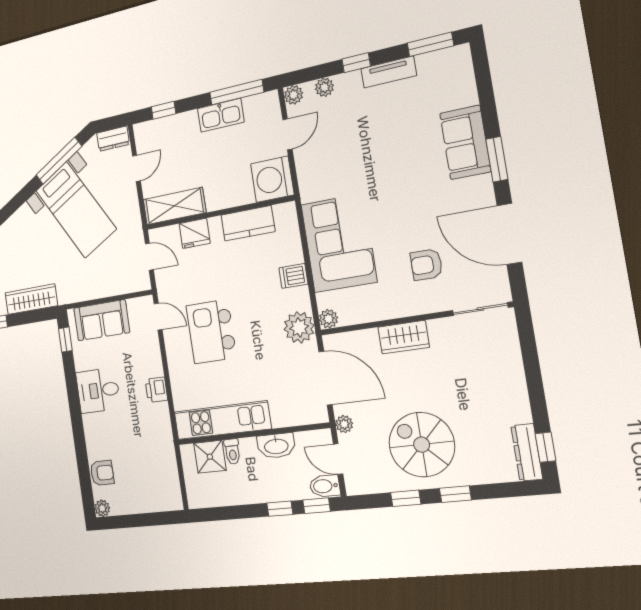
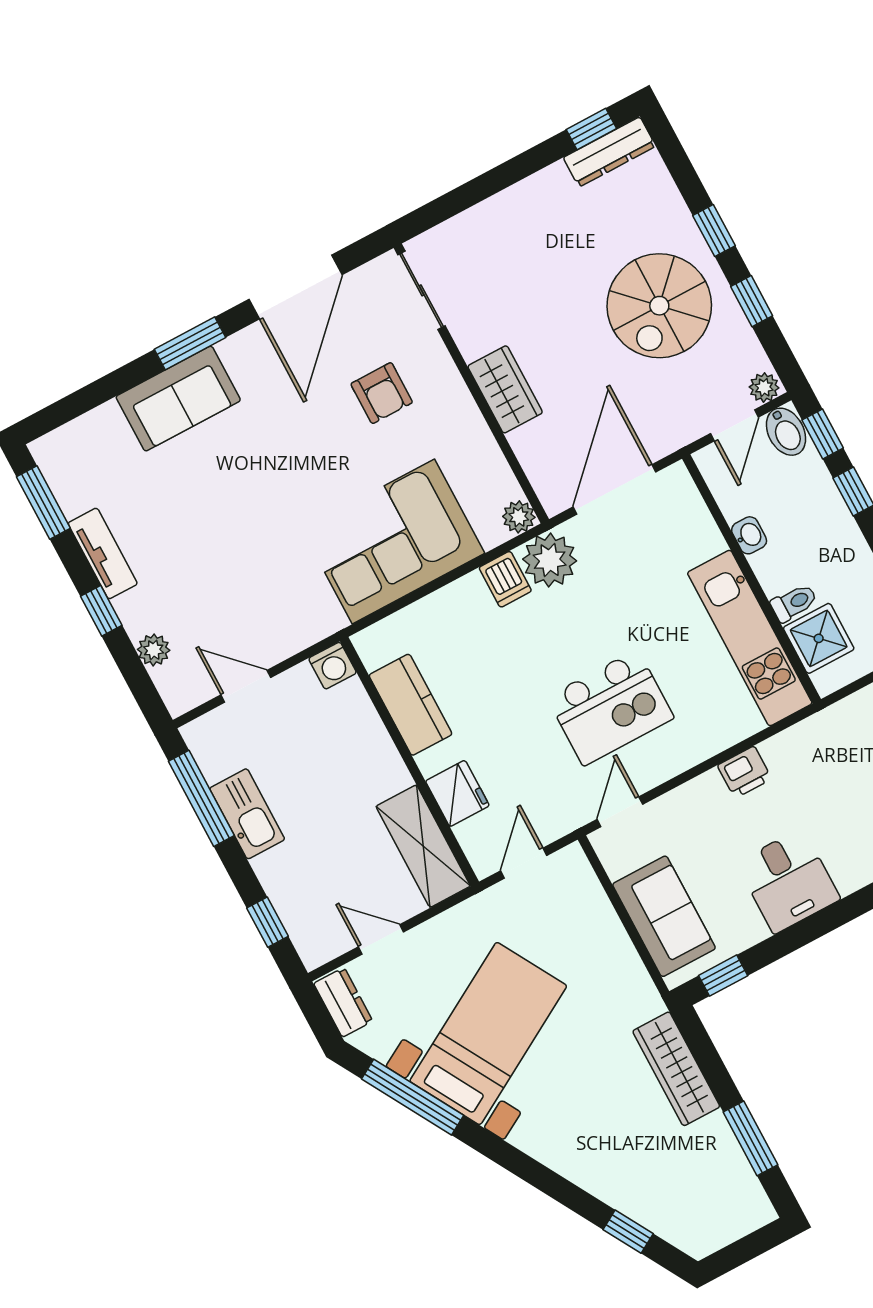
plant: (294, 95) -> (180, 698), removed
washing machine: (272, 179) -> (333, 666), width x0.53, depth x0.53
dishwasher: (293, 276) -> (505, 579), moved
plant: (344, 424) -> (764, 387), moved
washbasin: (276, 446) -> (749, 535), width x0.52, depth x0.69

